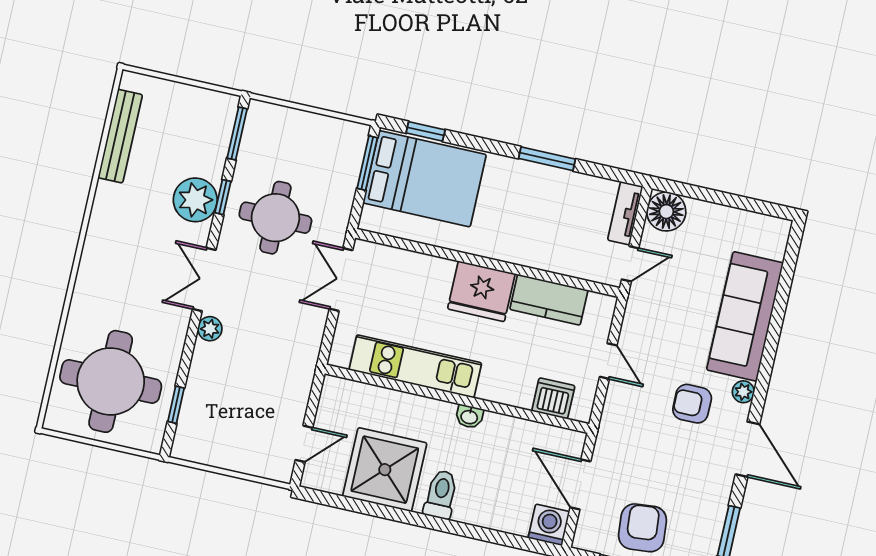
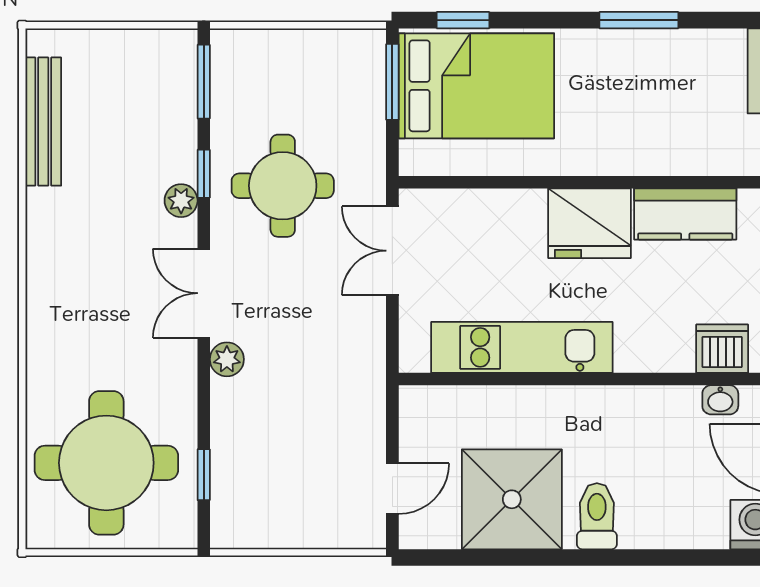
plant: (195, 200) -> (181, 201), width x0.53, depth x0.53
washbasin: (469, 417) -> (720, 400), moved

